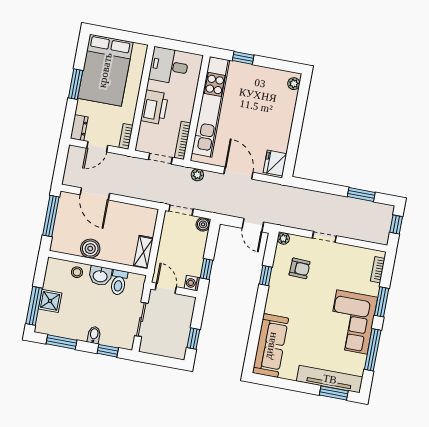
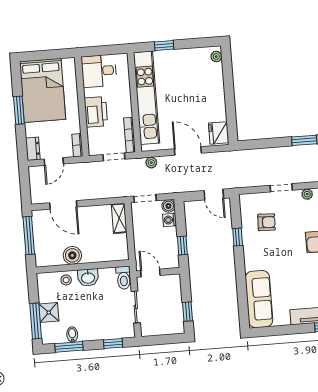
plant: (283, 238) -> (307, 194), moved
shelving: (143, 252) -> (119, 218), moved
toilet: (119, 282) -> (124, 278), moved
washing machine: (192, 283) -> (170, 220), moved
bidet: (94, 335) -> (72, 334), moved

